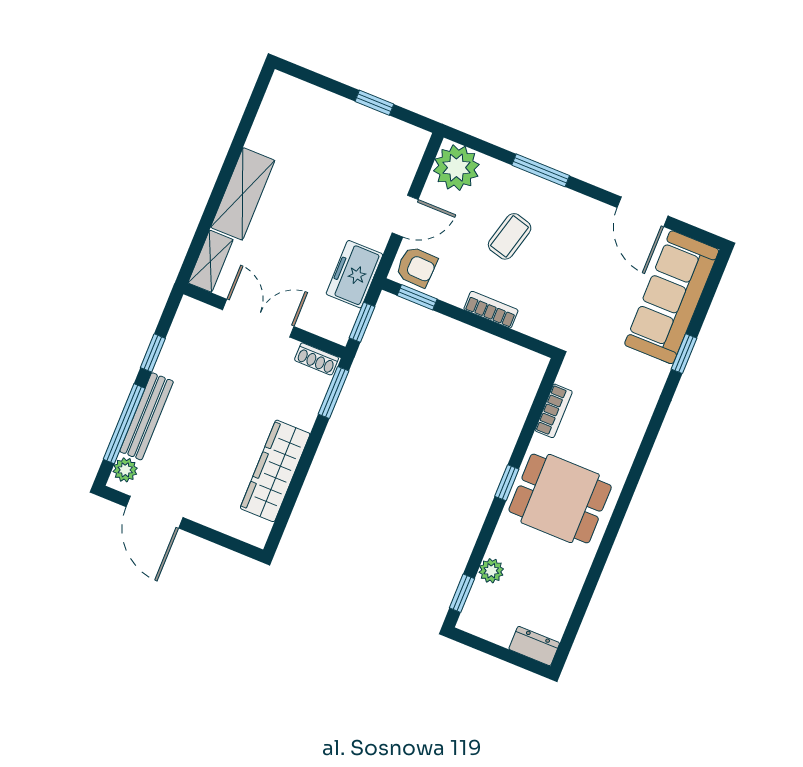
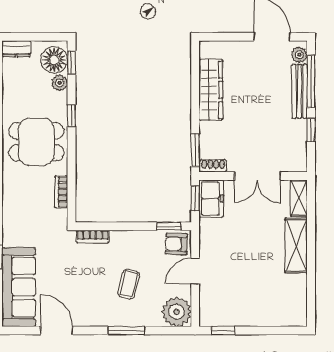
window: (374, 103) -> (223, 330), moved
freezer: (354, 274) -> (211, 198), moved
bookcase: (491, 310) -> (93, 237), moved
window: (507, 483) -> (71, 116), moved
floor lamp: (486, 607) -> (54, 60), added

